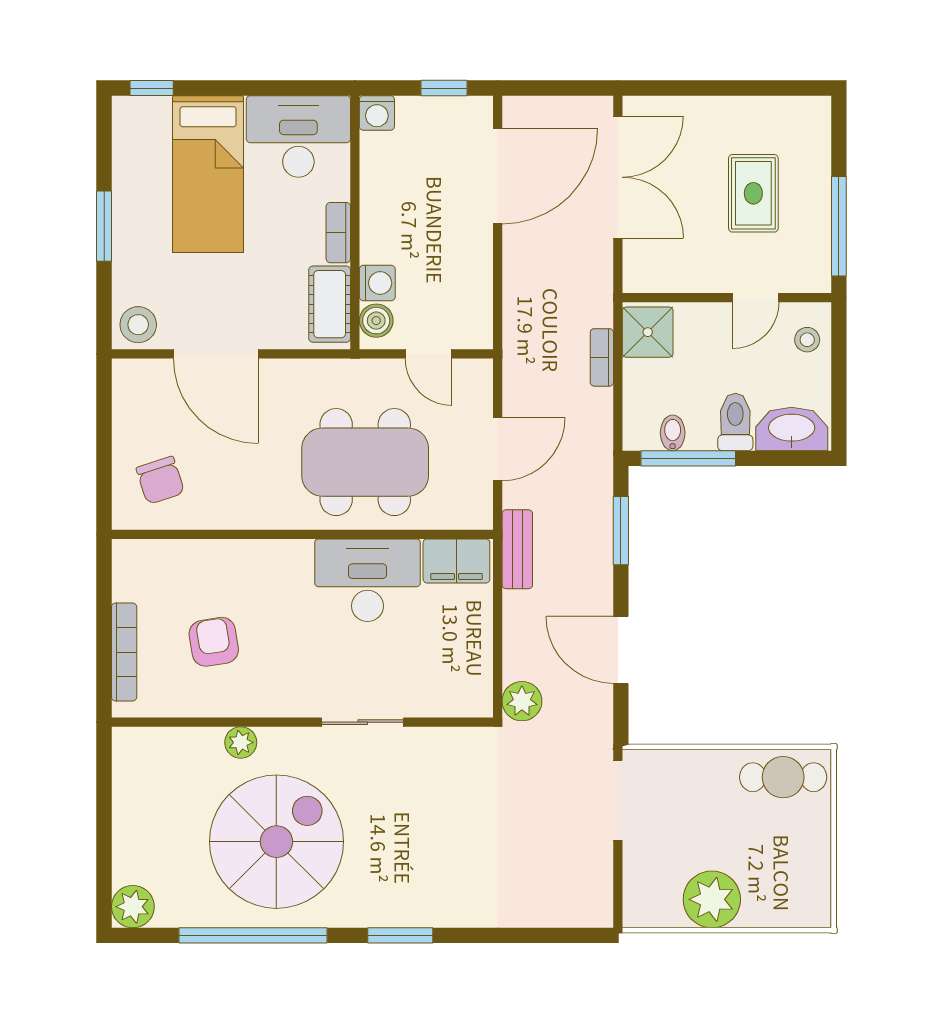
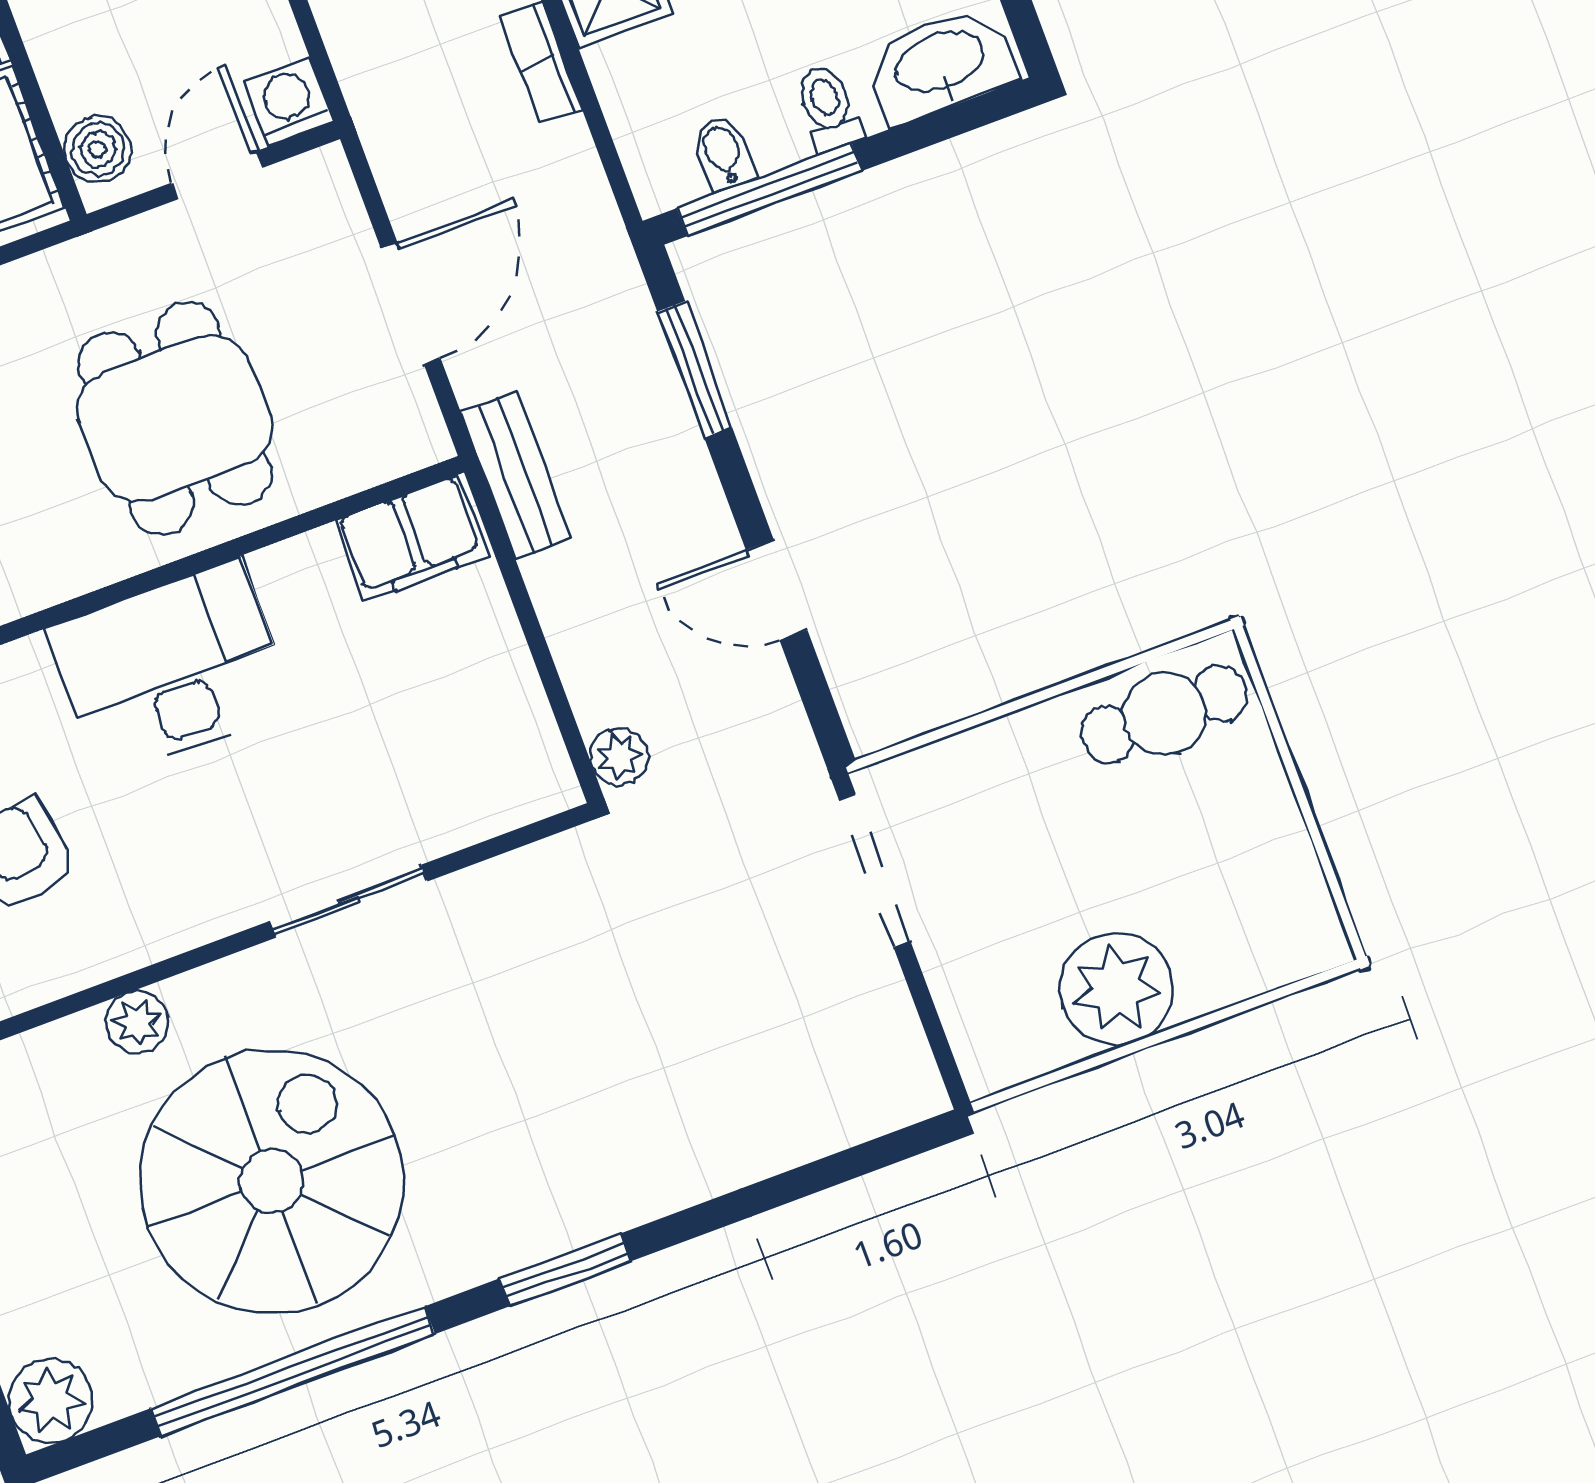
washing machine: (377, 283) -> (289, 102), moved, turned -90
door: (429, 354) -> (217, 175), swing flipped
toilet: (735, 422) -> (828, 108), width x0.73, depth x0.72
dining table: (365, 462) -> (175, 419), width x0.73
desk: (368, 580) -> (172, 668), moved
door: (621, 650) -> (777, 590), width x0.73
plant: (522, 701) -> (619, 757), width x0.73, depth x0.73

